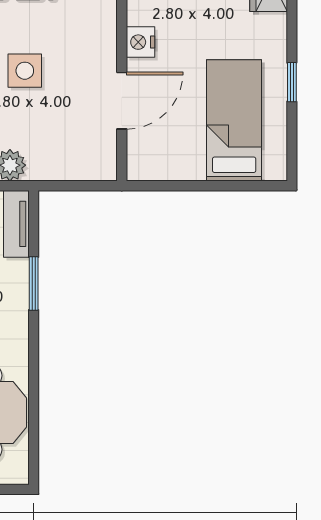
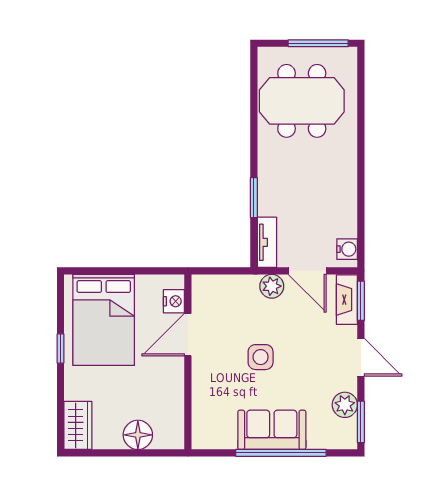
nightstand: (140, 42) -> (174, 301), moved
bed: (234, 120) -> (104, 320), width x1.50

